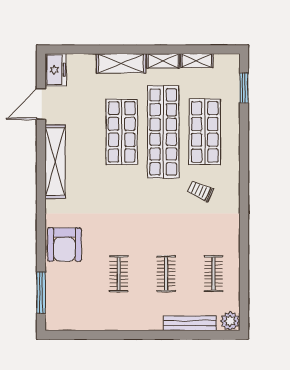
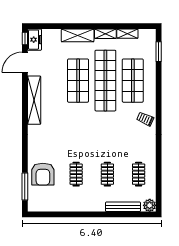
window: (41, 68) -> (25, 39), added
trolley: (200, 191) -> (145, 119), moved
armchair: (65, 245) -> (43, 174), moved

